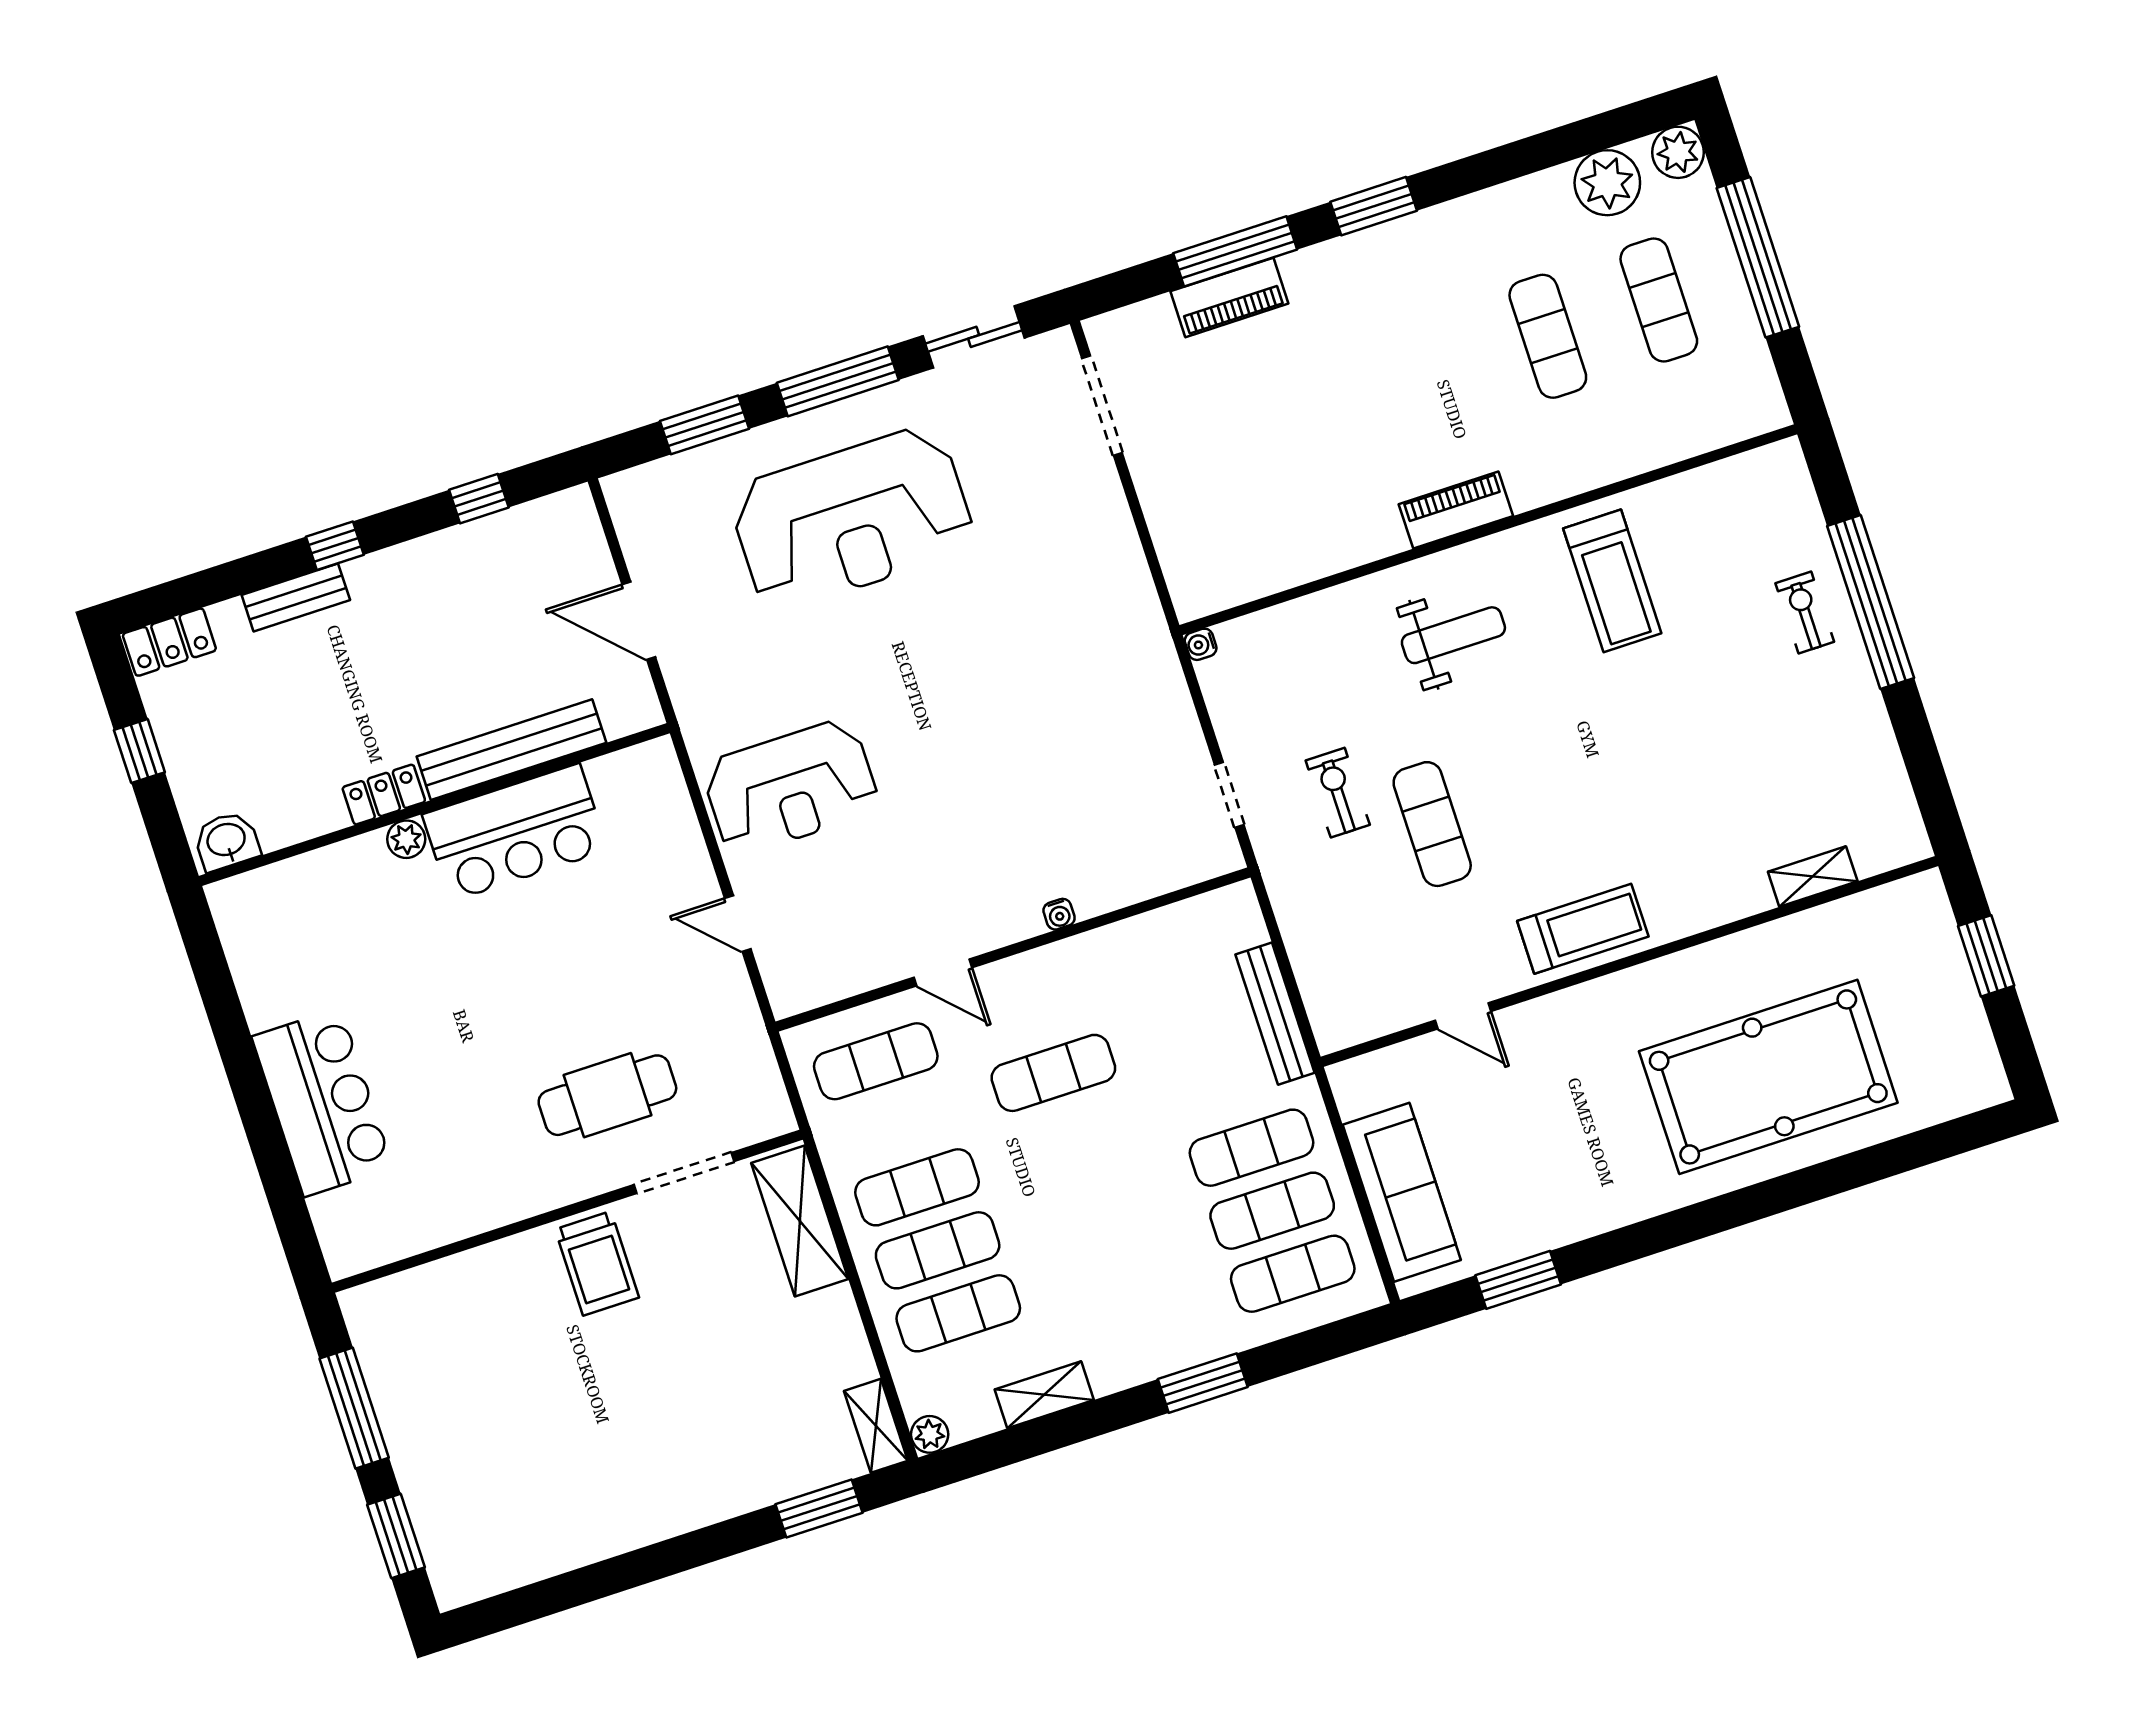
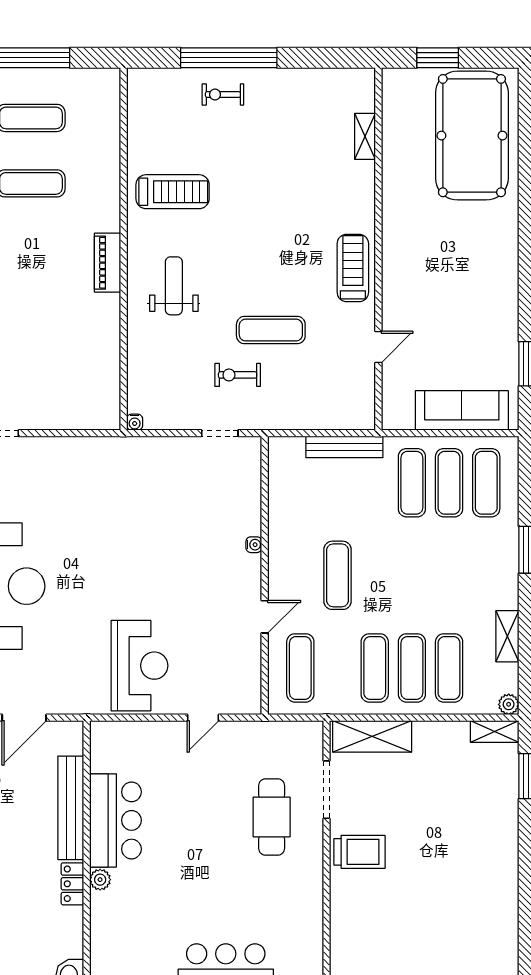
pool table: (1768, 1077) -> (472, 136), moved

